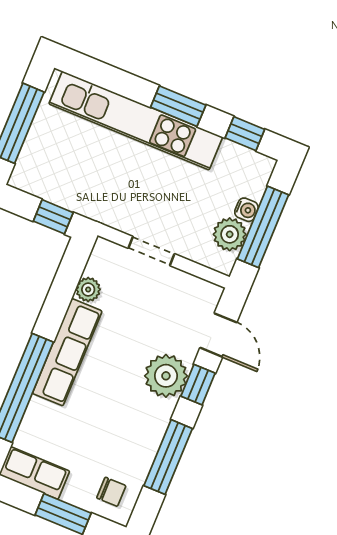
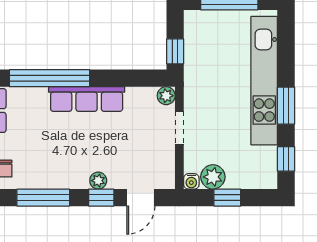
water cooler: (246, 210) -> (191, 181), moved
window: (263, 227) -> (227, 198), width x0.46
plant: (88, 289) -> (166, 96), moved
plant: (166, 376) -> (98, 181), width x0.53, depth x0.53

